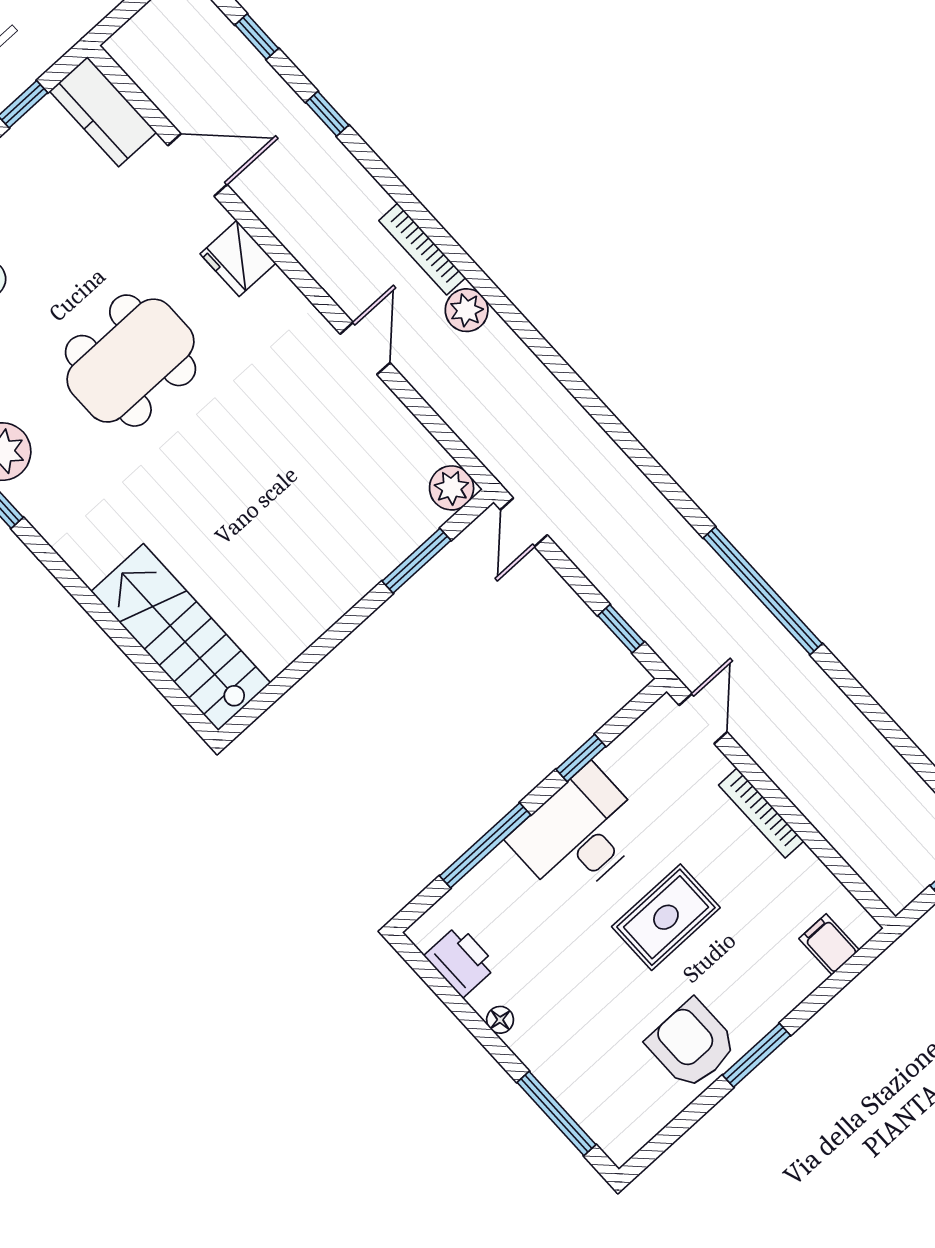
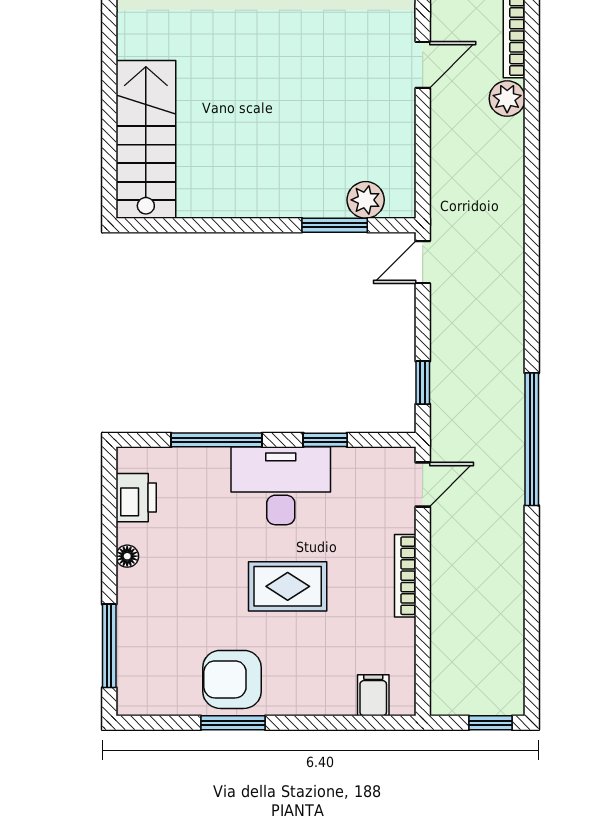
plant: (452, 488) -> (366, 200), moved
armchair: (692, 1044) -> (232, 679), turned -90
window: (756, 1055) -> (233, 723), moved

